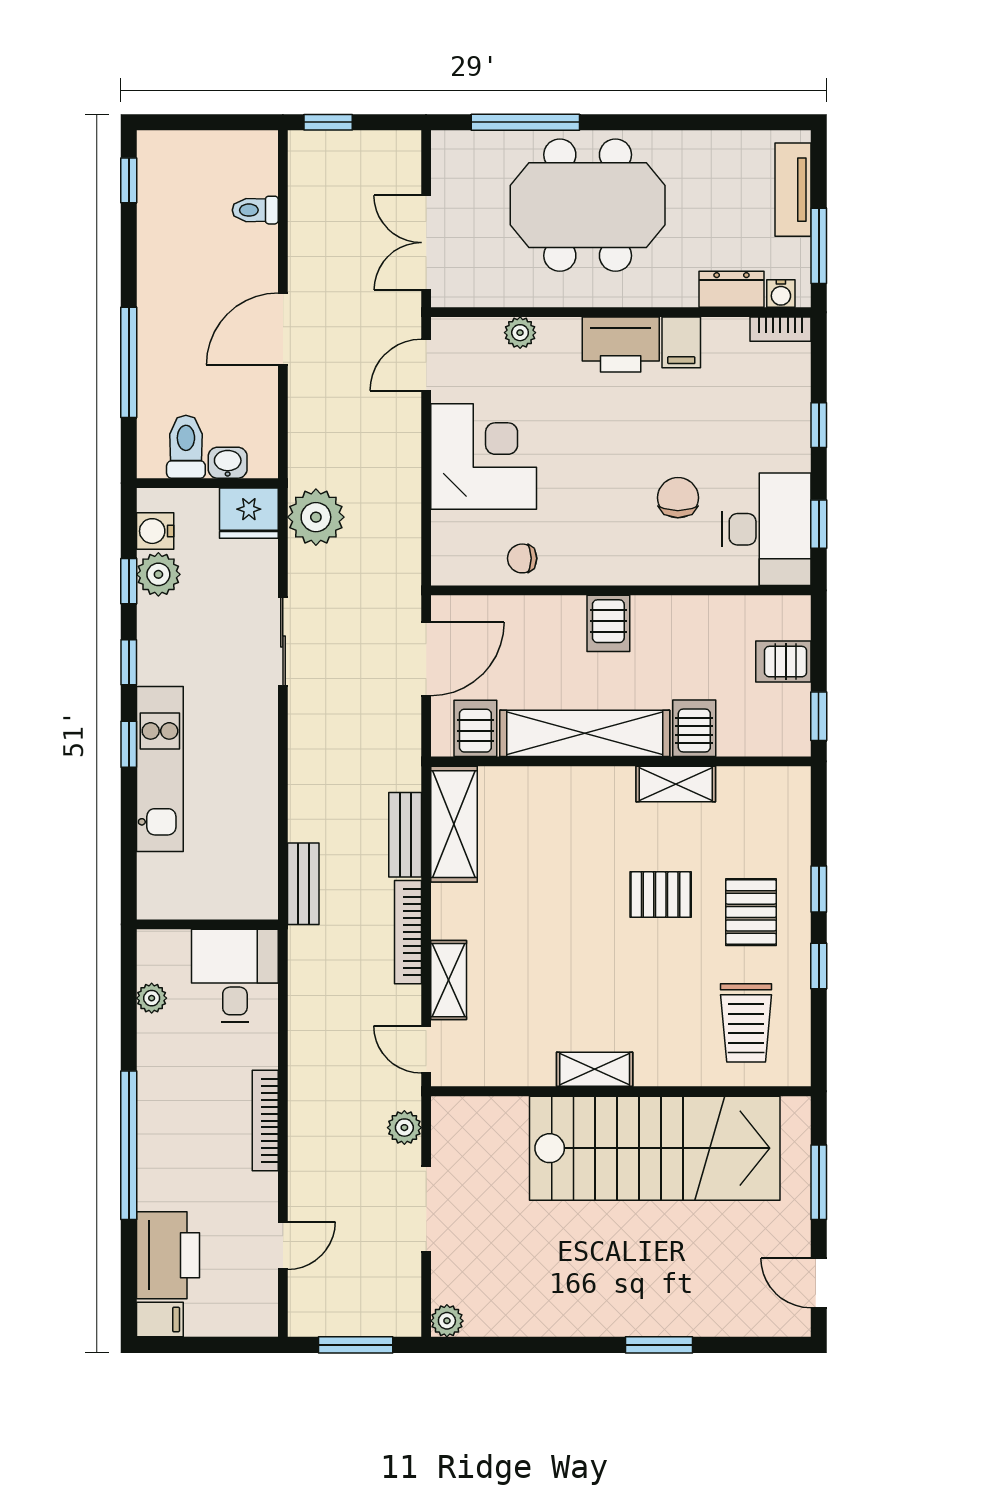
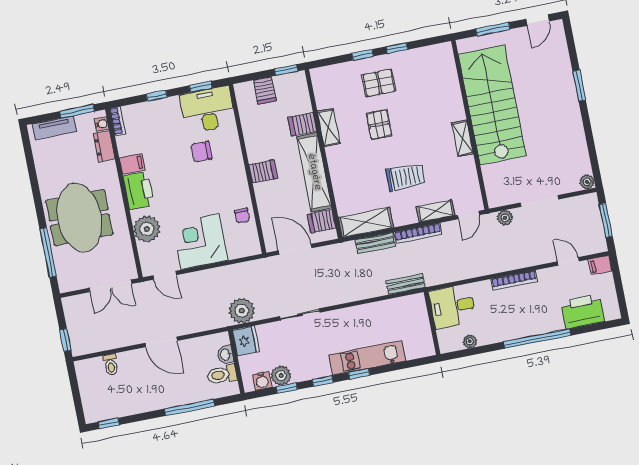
plant: (520, 333) -> (147, 229), width x1.88, depth x1.88
trolley: (746, 1023) -> (405, 177), moved
filing cabinet: (160, 1319) -> (600, 265), moved, turned -90

